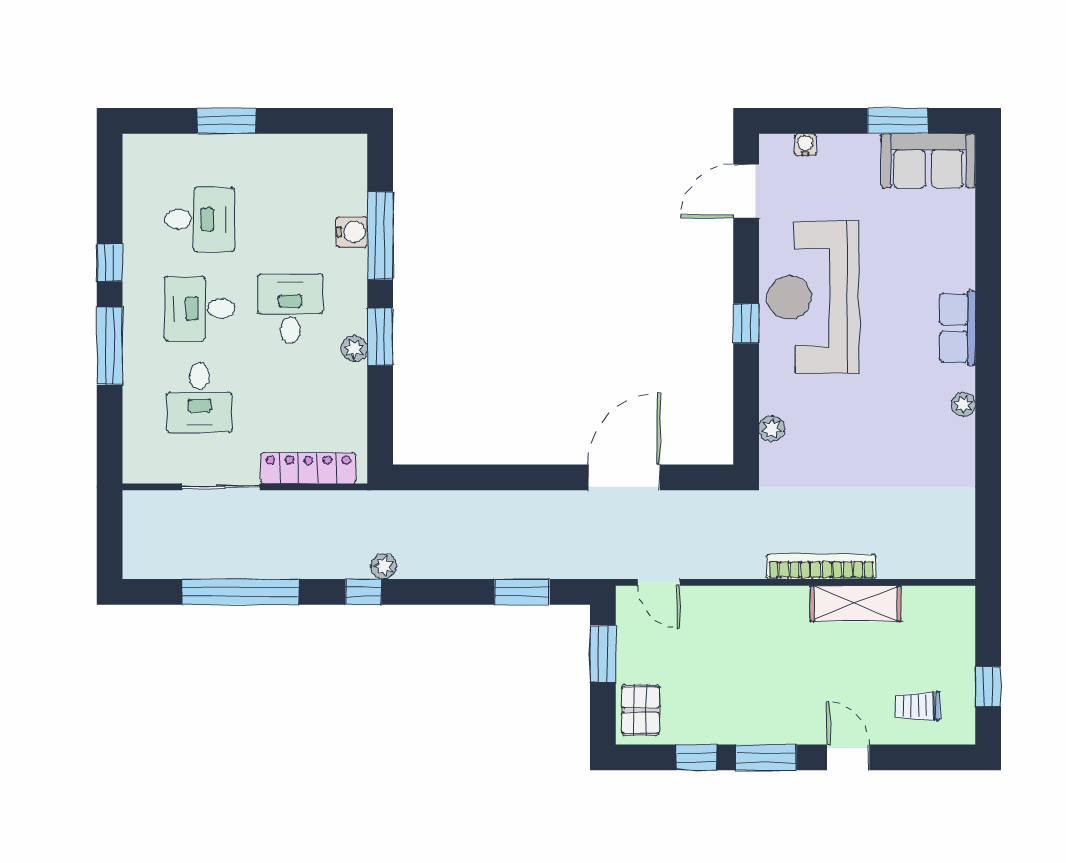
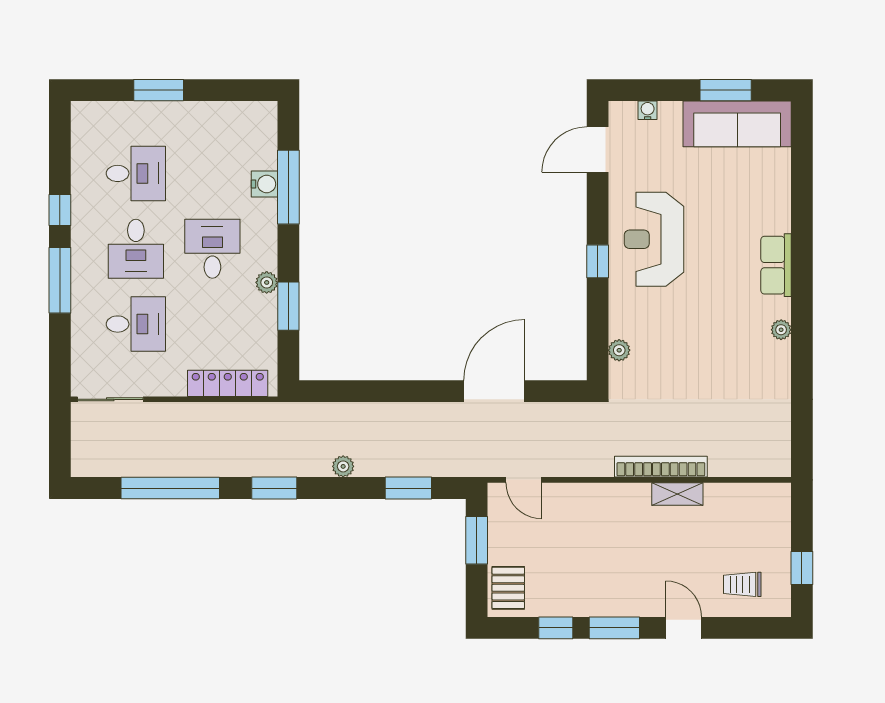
sofa: (928, 161) -> (737, 124), width x1.36
reception desk: (813, 297) -> (654, 239), width x0.74, depth x0.77
desk: (200, 309) -> (136, 249), turned -90
window: (380, 337) -> (288, 306), moved
desk: (200, 398) -> (136, 324), turned -90
sliding door: (221, 487) -> (110, 399), moved
plant: (384, 566) -> (343, 466), moved
window: (363, 592) -> (274, 488), width x1.50
shelving: (856, 604) -> (677, 494), width x0.67, depth x0.75

